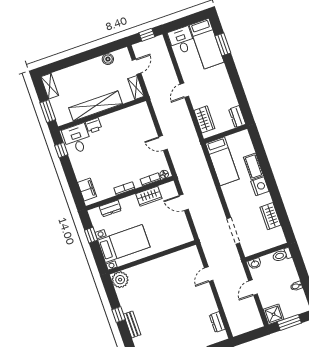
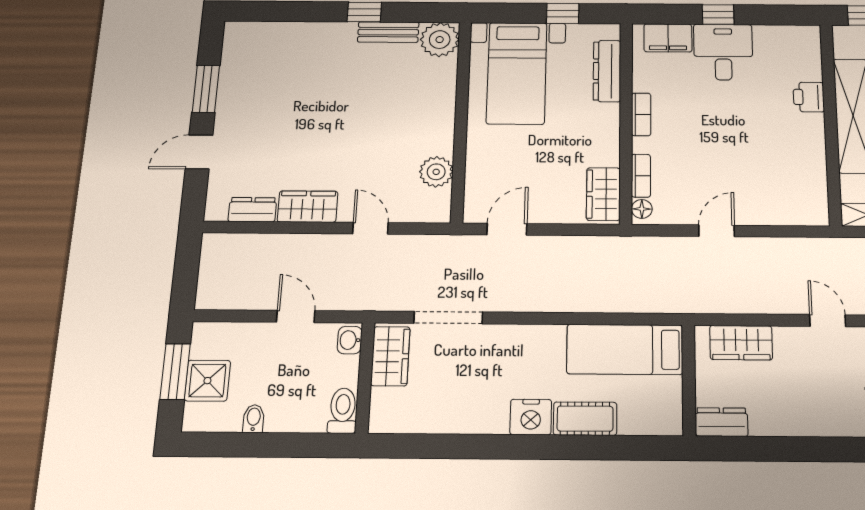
desk: (77, 139) -> (723, 52), moved, turned -90
window: (61, 150) -> (718, 15), moved
wardrobe: (149, 196) -> (603, 194), moved
door: (184, 202) -> (507, 229), moved
dresser: (110, 208) -> (607, 71), width x1.44
wardrobe: (270, 216) -> (390, 356), moved, turned 90
plant: (177, 258) -> (436, 172), added
wardrobe: (209, 302) -> (308, 207), added
shower: (274, 314) -> (207, 381), moved
bench: (132, 324) -> (388, 32), moved

